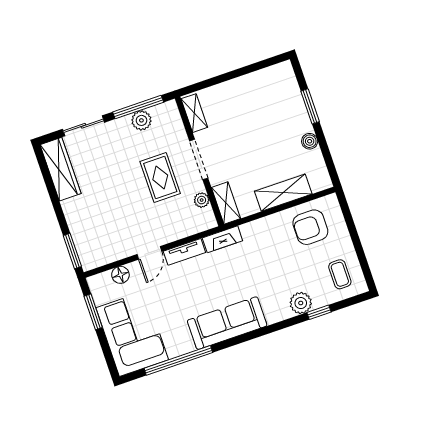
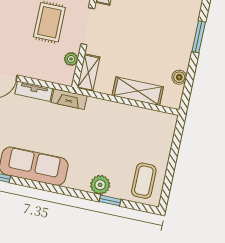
boiler: (310, 141) -> (179, 77), moved
armchair: (310, 227) -> (143, 131), removed
coffee table: (340, 274) -> (144, 181), width x1.36, depth x1.30

